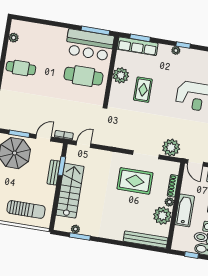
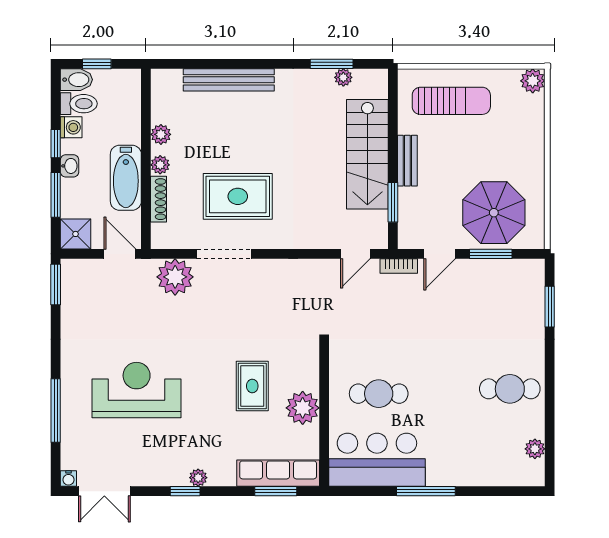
window: (95, 30) -> (426, 491), moved
cafe table: (84, 76) -> (379, 394), width x0.73, depth x0.74
bench: (54, 172) -> (407, 161), moved
sun lounger: (26, 209) -> (451, 101), turned 180
bathtub: (185, 210) -> (126, 178), moved
plant: (162, 216) -> (161, 134), width x0.53, depth x0.53
bench: (146, 240) -> (229, 80), moved

